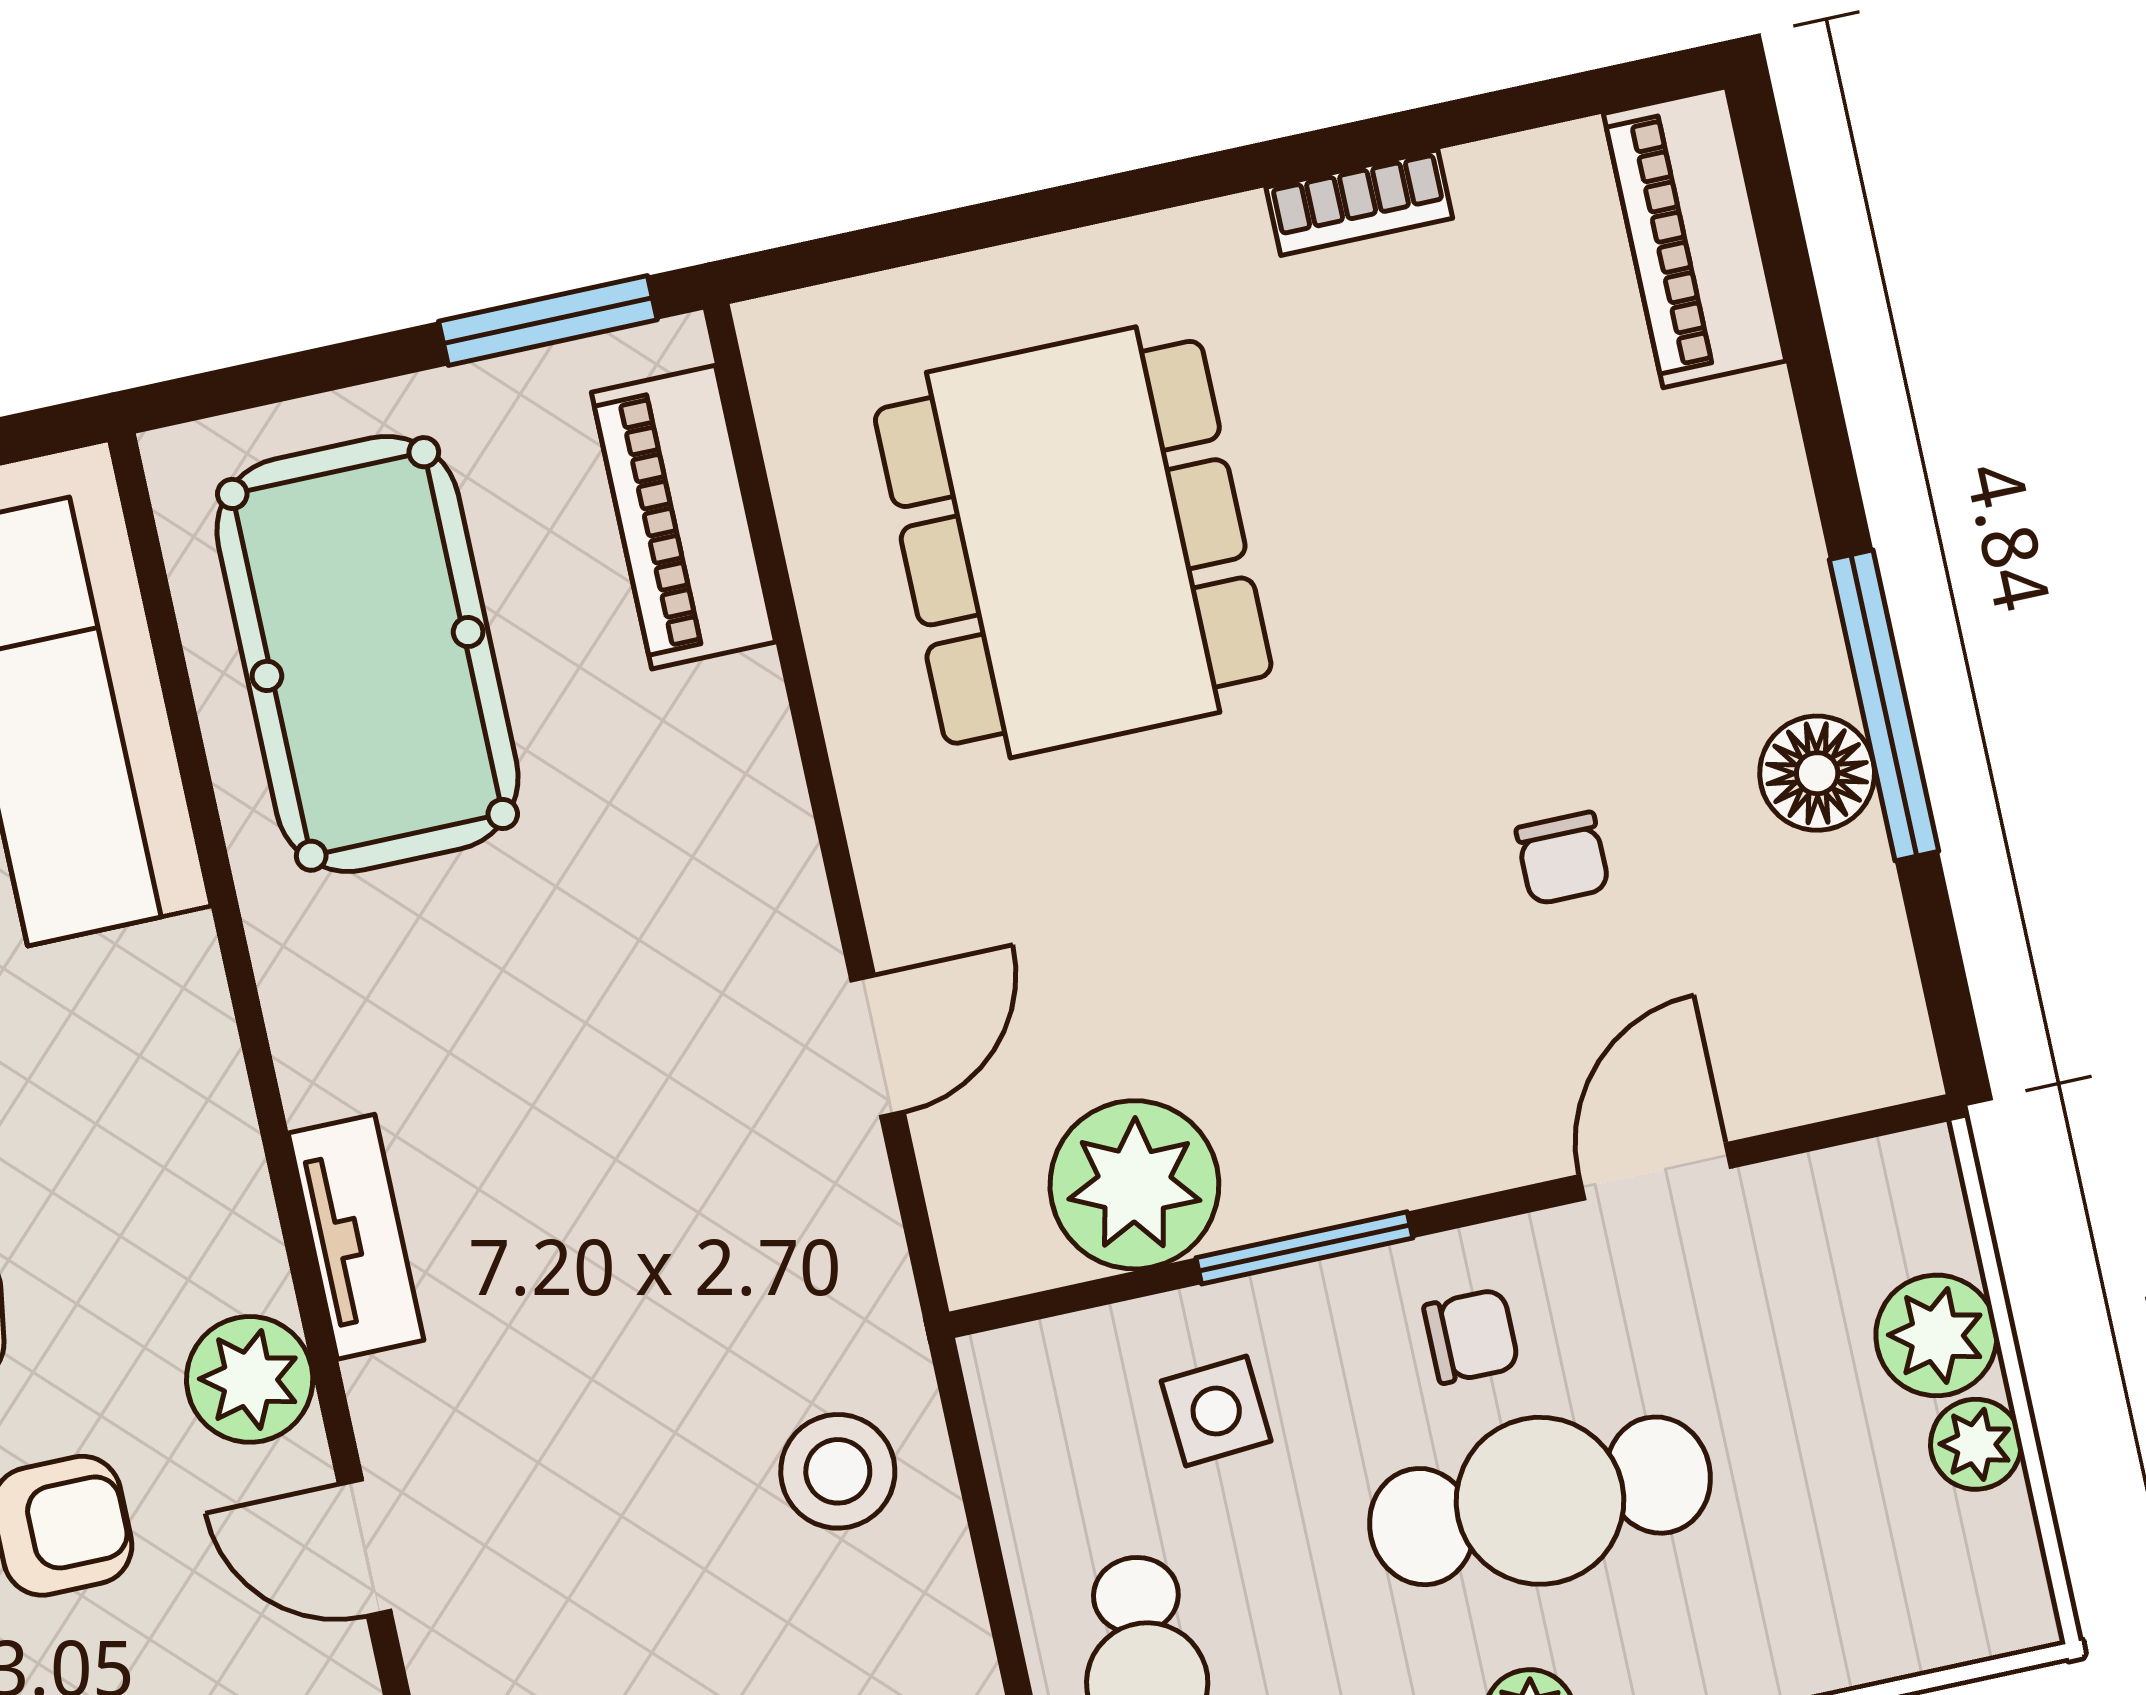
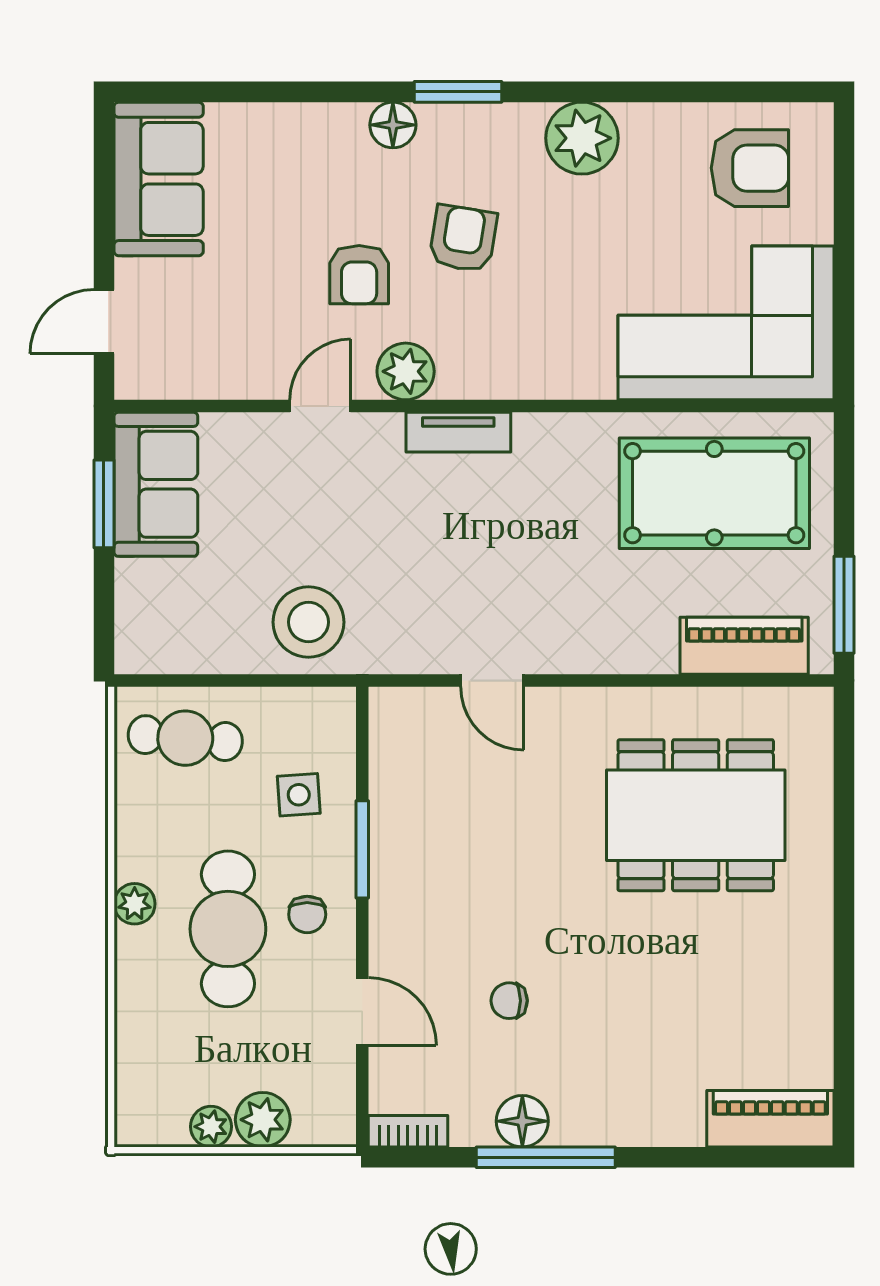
bookcase: (1359, 203) -> (408, 1131), moved, turned 90
plant: (1134, 1185) -> (406, 780), removed
stool: (838, 1471) -> (308, 622), width x1.38, depth x1.38

